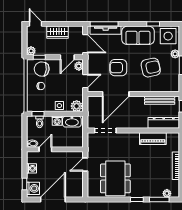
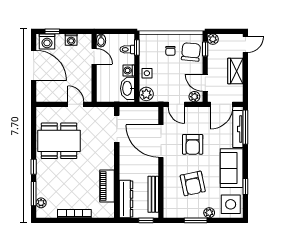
armchair: (118, 68) -> (193, 144), turned 180

